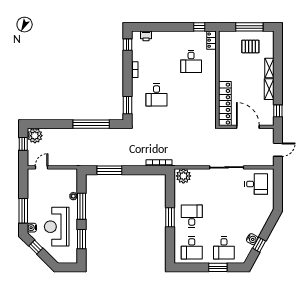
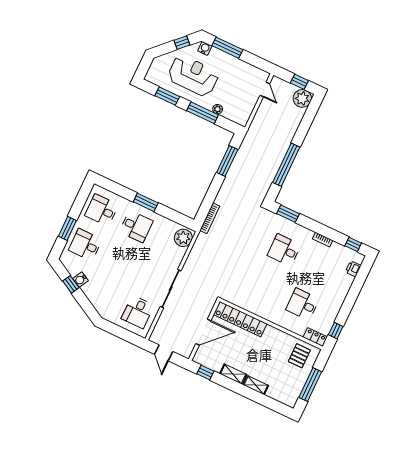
pallet: (250, 47) -> (299, 356), moved

